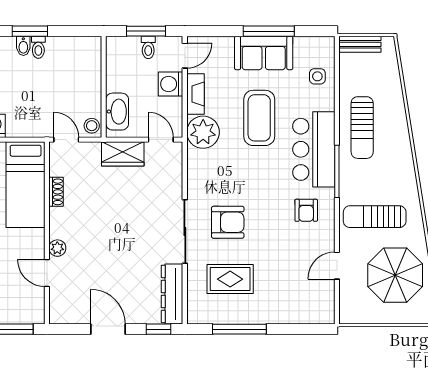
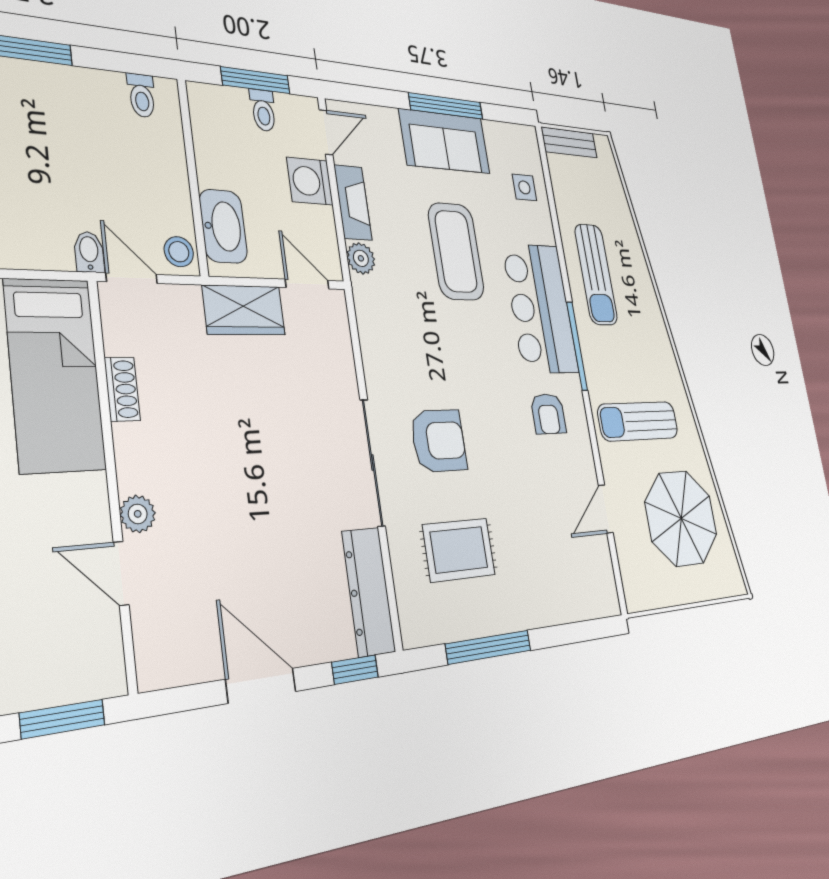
bidet: (23, 46) -> (89, 252), moved, turned 180
toilet: (38, 47) -> (142, 95), moved
plant: (203, 132) -> (361, 258), width x0.53, depth x0.53

